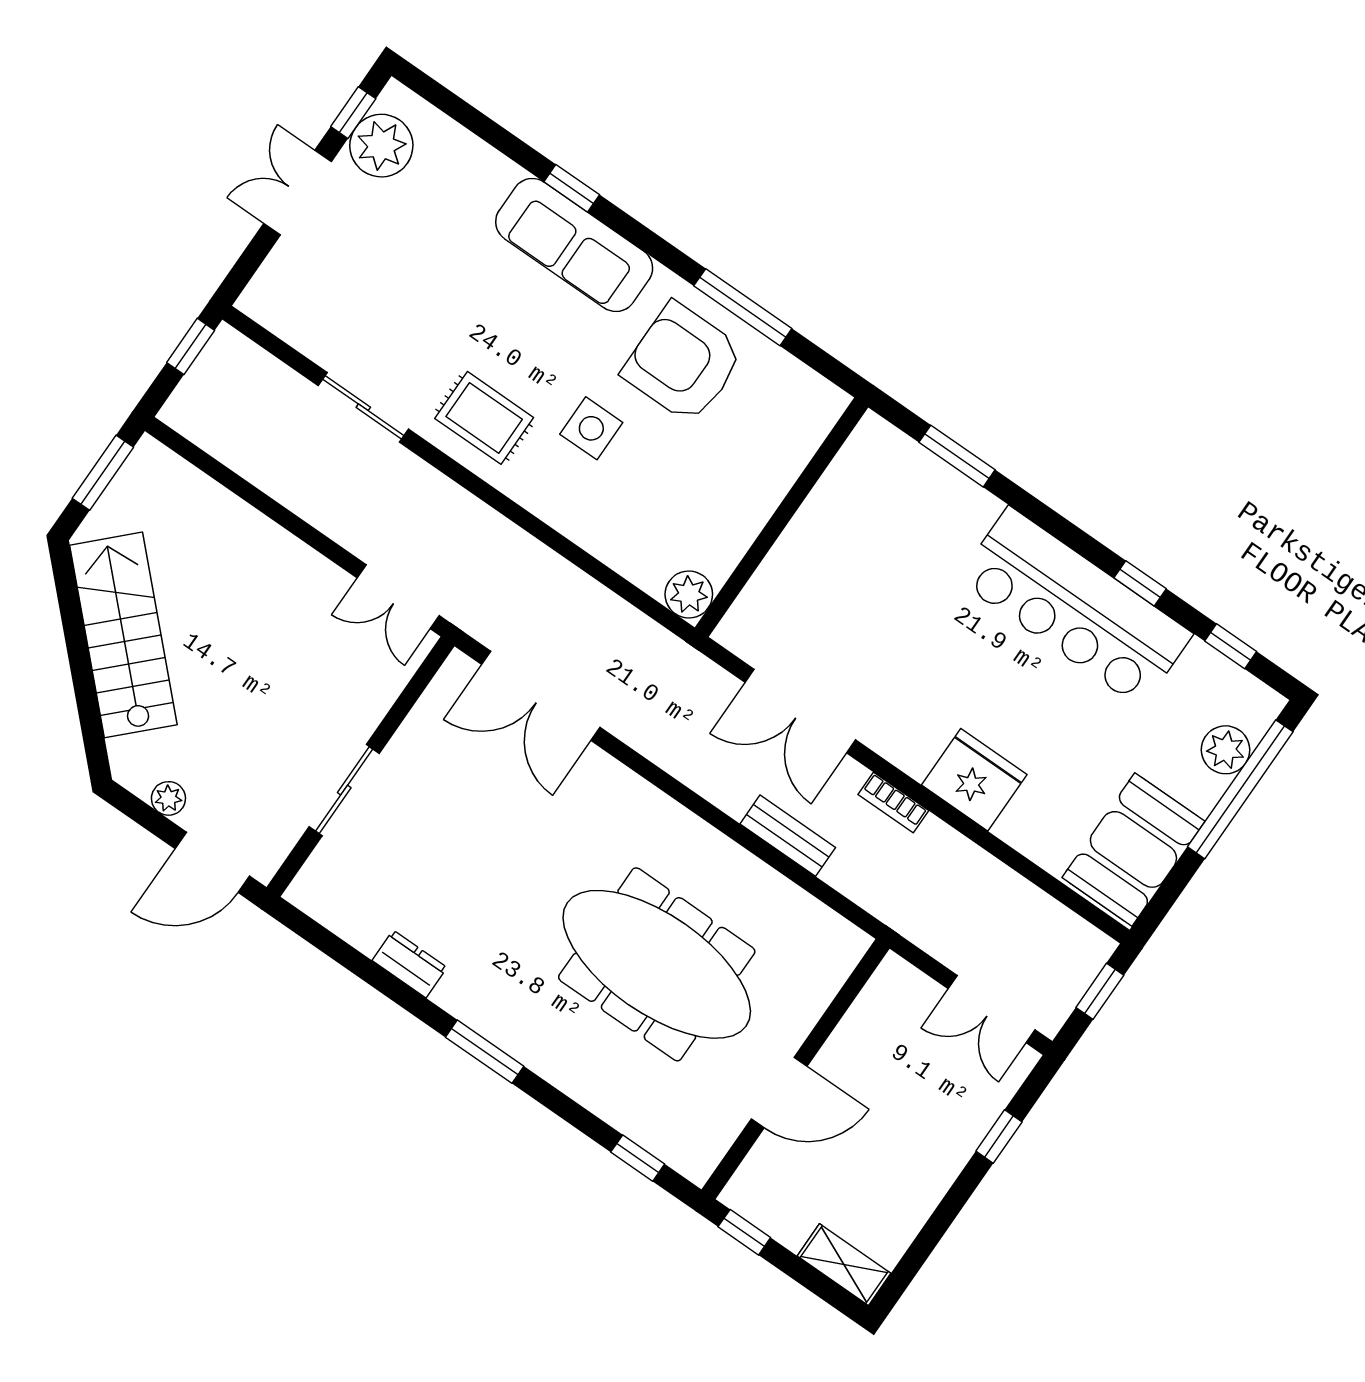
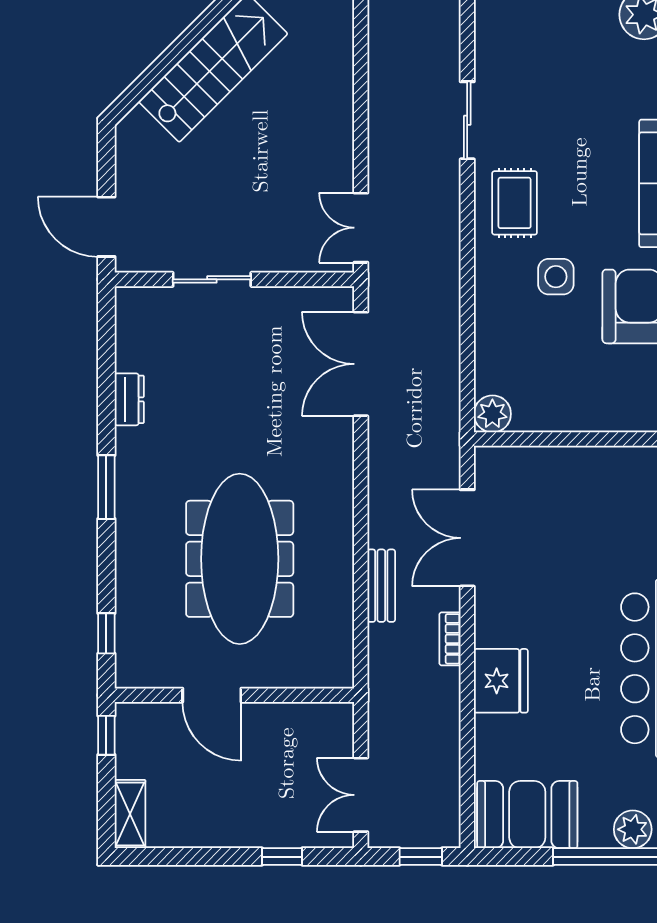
plant: (168, 798) -> (128, 170), removed

